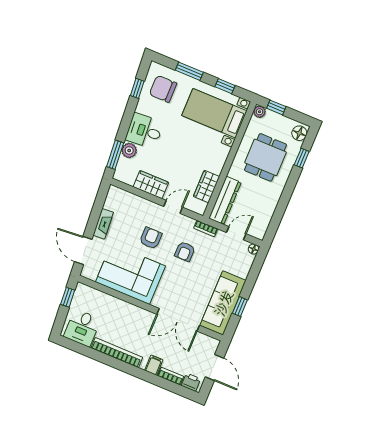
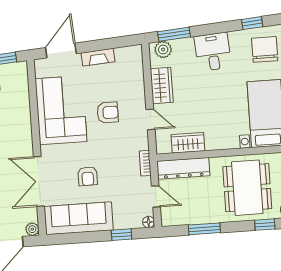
plant: (129, 150) -> (163, 49), moved
dining table: (266, 157) -> (247, 188), width x1.37
window: (281, 208) -> (204, 229), added
armchair: (185, 251) -> (88, 176), moved, turned -90
window: (240, 307) -> (122, 235), moved
plant: (213, 344) -> (32, 229), added

